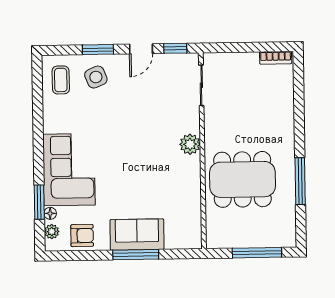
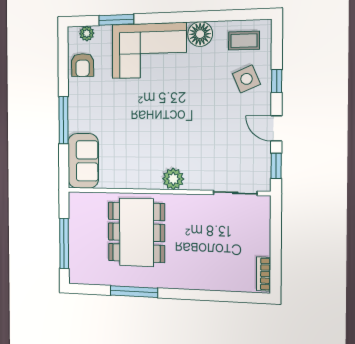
window: (98, 50) -> (277, 81), width x0.67
floor lamp: (50, 213) -> (200, 34), moved, width x1.89, depth x1.89
sofa: (137, 235) -> (83, 161), moved

